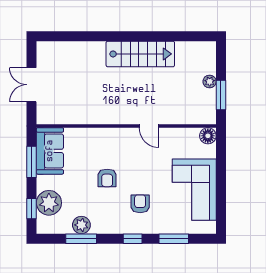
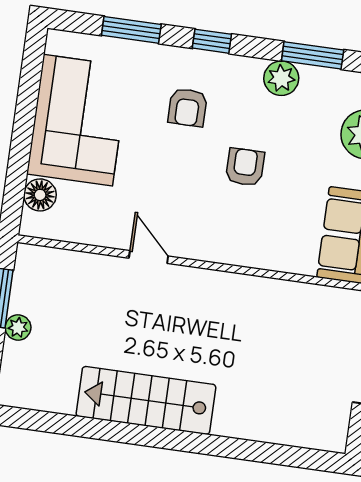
floor lamp: (208, 136) -> (40, 195), moved
plant: (81, 225) -> (281, 78), moved

